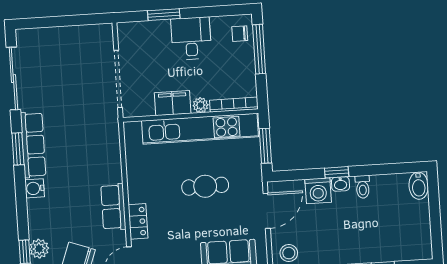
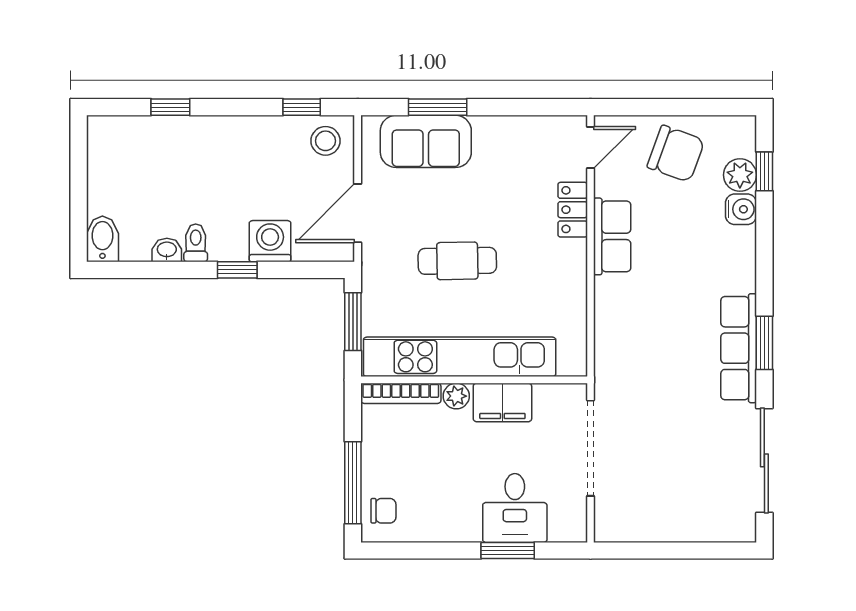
desk: (191, 38) -> (515, 508), moved
washbasin: (340, 184) -> (167, 250), moved
water cooler: (35, 188) -> (741, 209), moved

